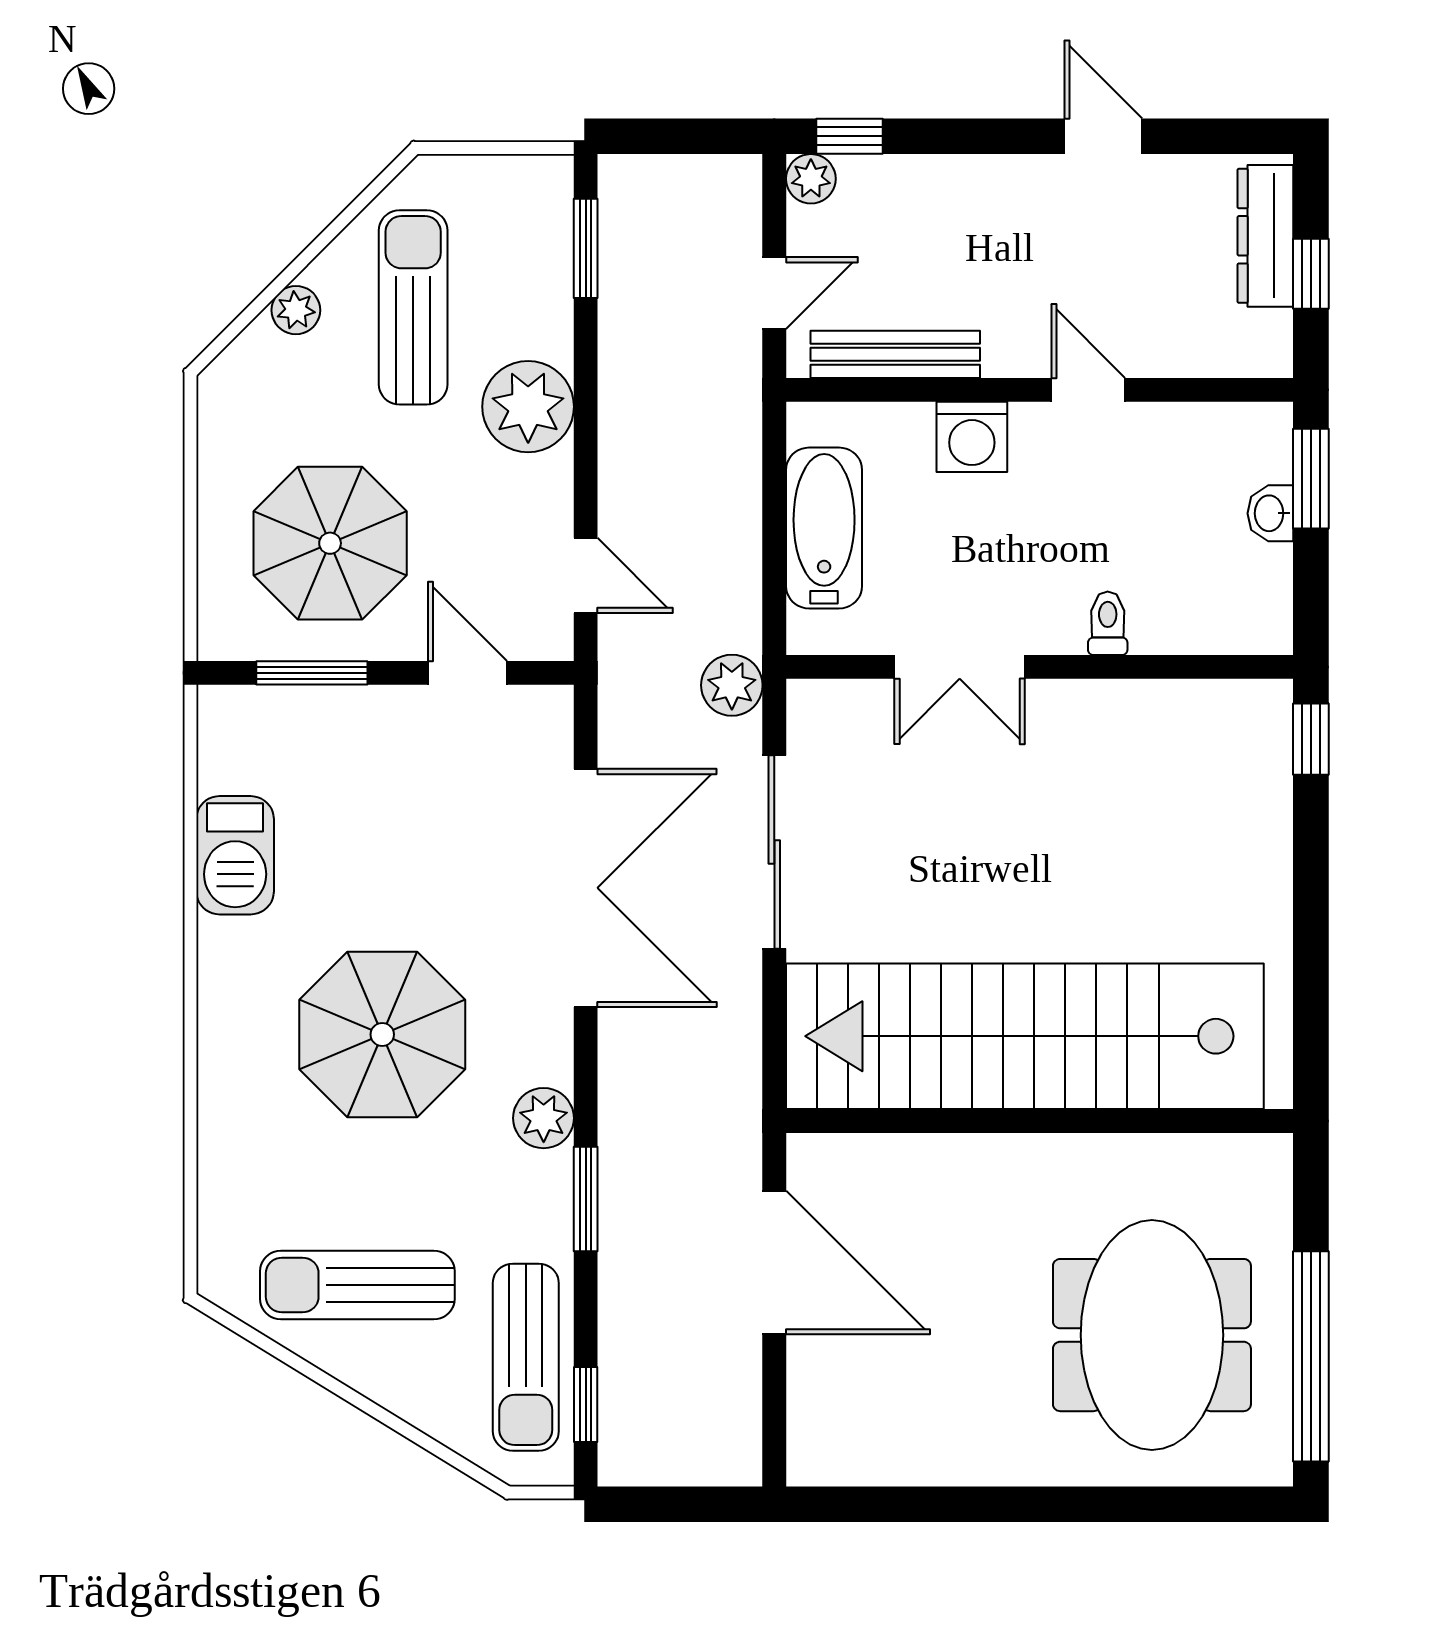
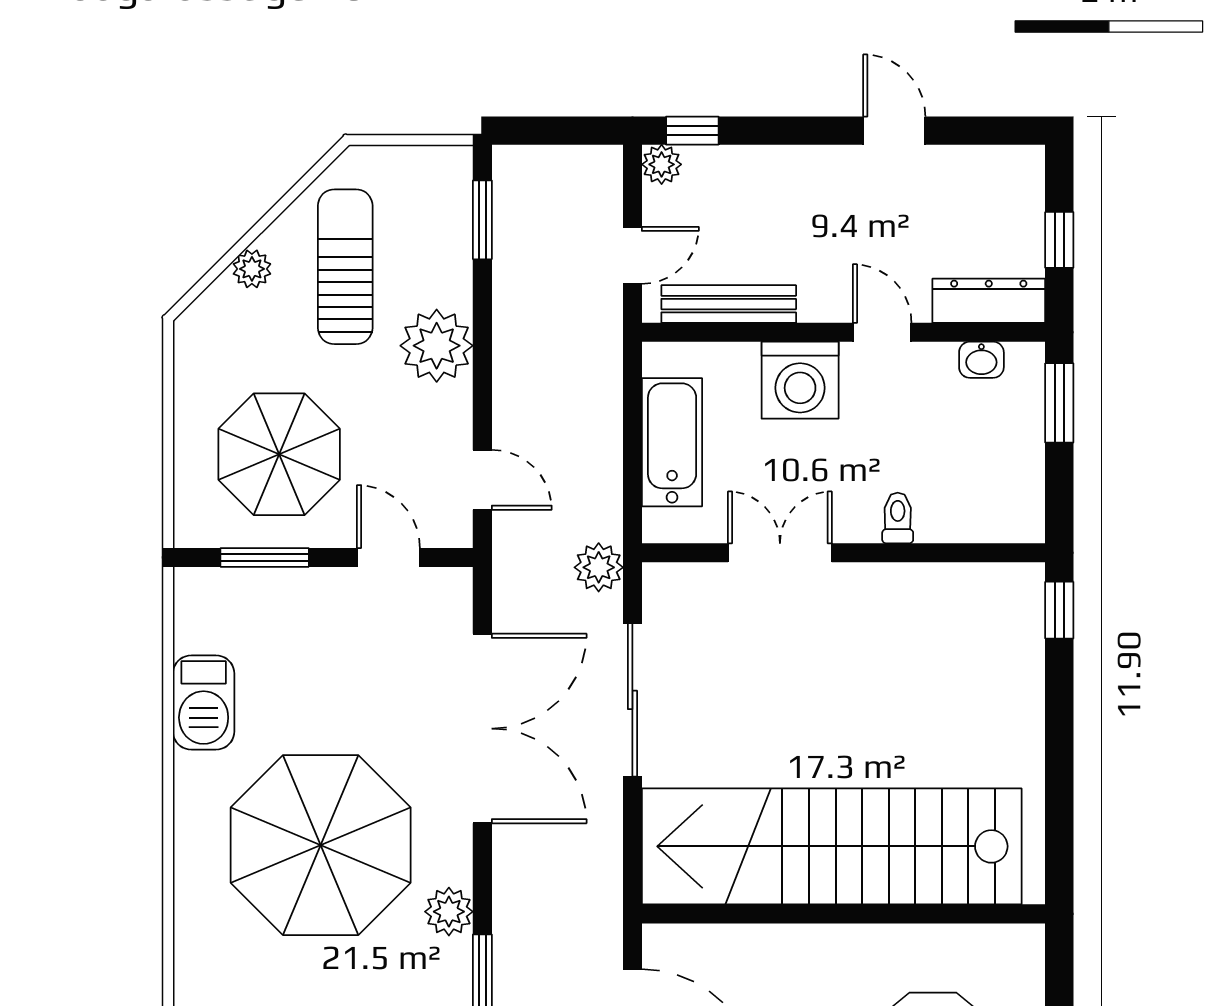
dresser: (1265, 236) -> (989, 301), moved, turned 90
washing machine: (972, 437) -> (800, 380), width x1.37, depth x1.37
washbasin: (1270, 513) -> (981, 360), moved, turned -90
double door: (960, 667) -> (780, 553), swing flipped
parasol: (382, 1034) -> (321, 845), width x1.36, depth x1.36

